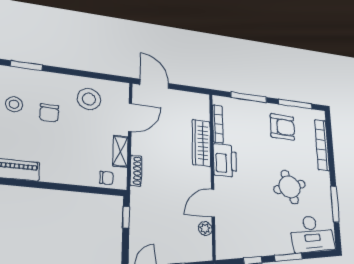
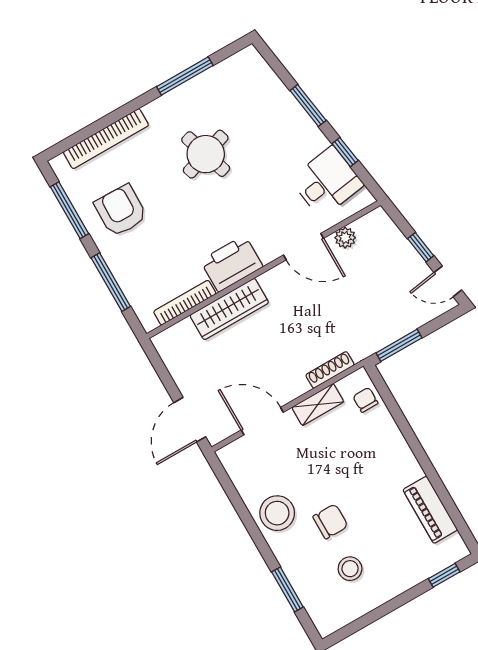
stool: (89, 99) -> (277, 513), moved
window: (126, 217) -> (399, 345), width x1.50
desk: (312, 234) -> (327, 182), moved, width x0.73

